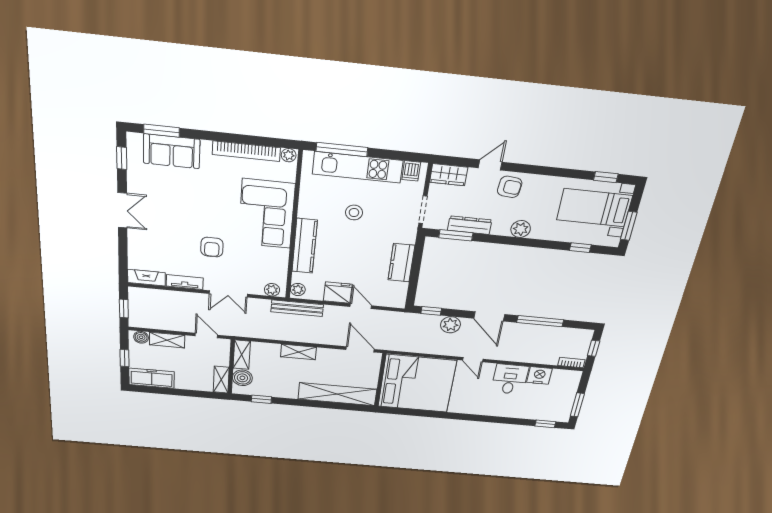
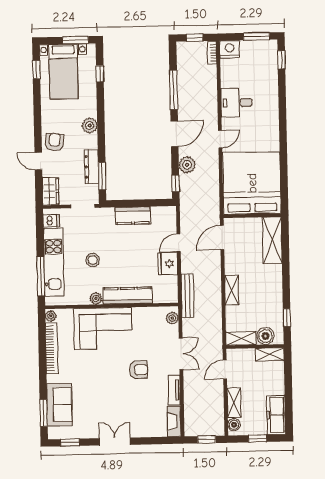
plant: (298, 290) -> (96, 298), moved
nightstand: (539, 375) -> (230, 49), moved, turned 90
shelving: (337, 394) -> (272, 240), width x0.68

